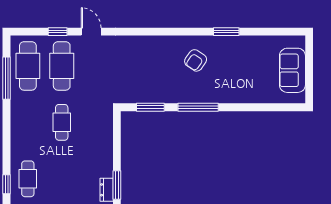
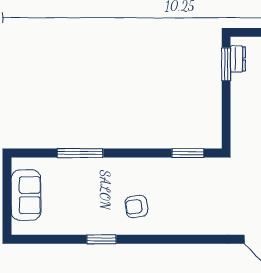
armchair: (196, 60) -> (136, 206), turned -133
window: (198, 107) -> (80, 153), moved

